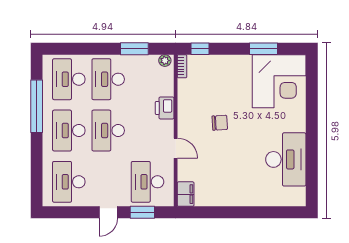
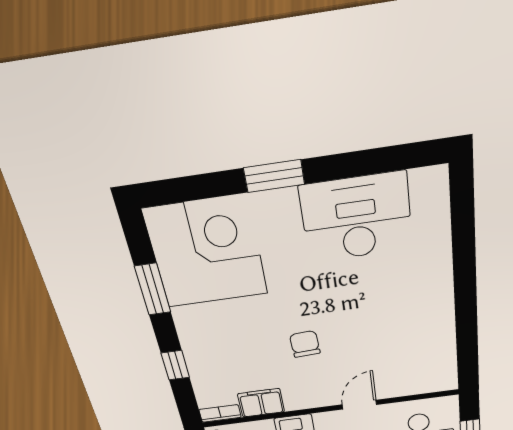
window: (200, 49) -> (175, 365), moved
window: (312, 122) -> (274, 176), added
filing cabinet: (186, 194) -> (261, 403), moved

